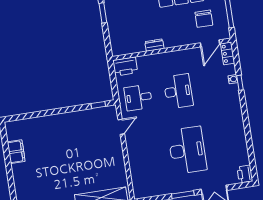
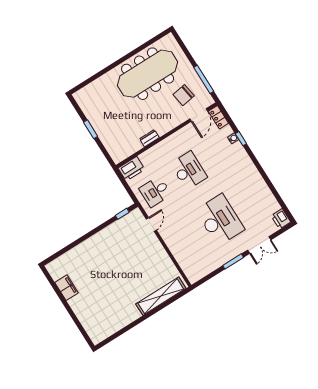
chair: (204, 19) -> (184, 95), turned 81

